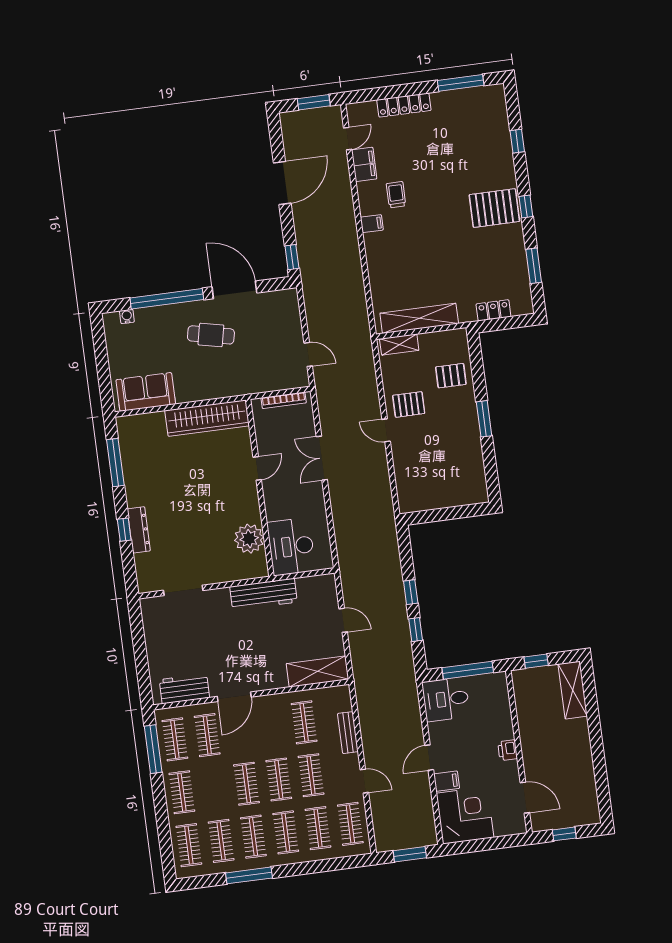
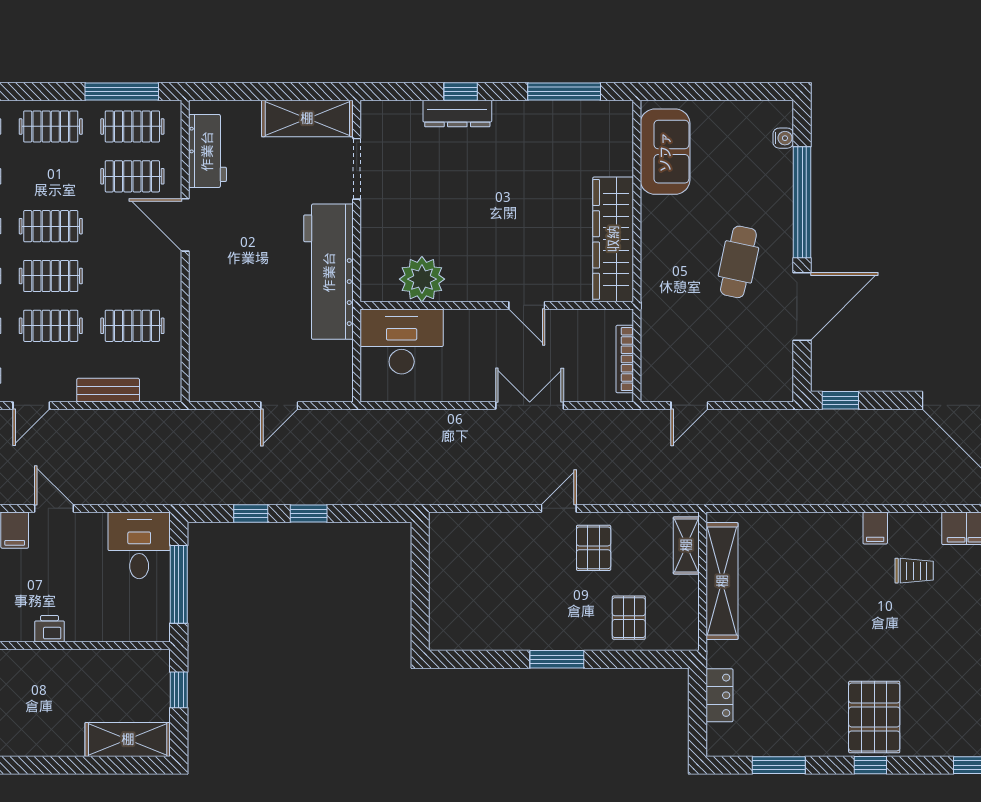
workbench: (263, 594) -> (329, 272), width x1.36, depth x1.32
shelving: (317, 671) -> (307, 118), moved, turned 90

